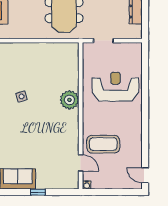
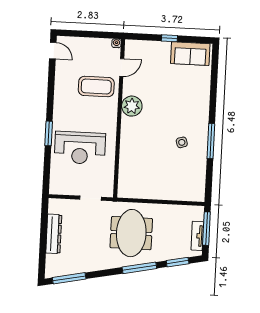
window: (145, 99) -> (49, 133), added
plant: (69, 100) -> (132, 106), moved
door: (81, 163) -> (122, 67), swing flipped

